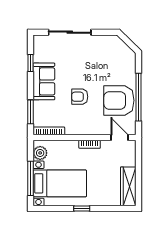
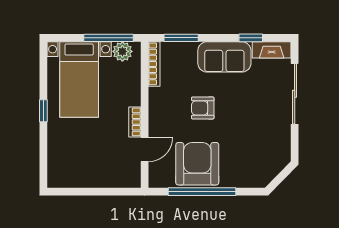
fireplace: (39, 48) -> (272, 50), added
armchair: (80, 97) -> (203, 108), turned -90
door: (119, 137) -> (145, 149), moved
window: (31, 178) -> (108, 38), moved
wardrobe: (128, 186) -> (75, 177), removed

